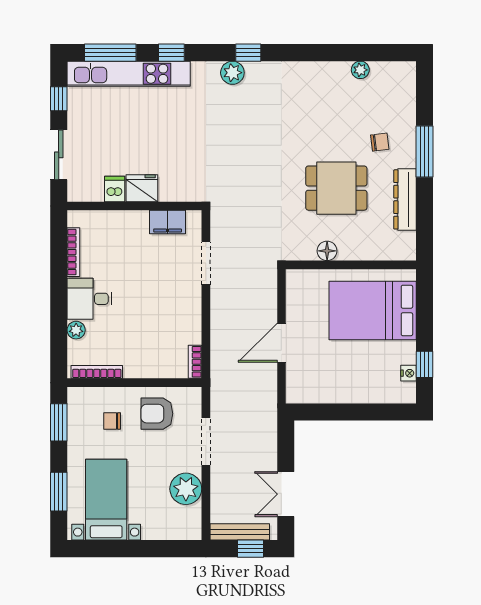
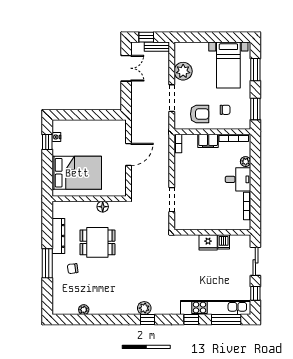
plant: (232, 73) -> (144, 308), moved
filing cabinet: (168, 222) -> (208, 141), moved, turned 180
bench: (240, 532) -> (157, 47), width x0.73

